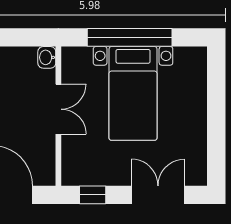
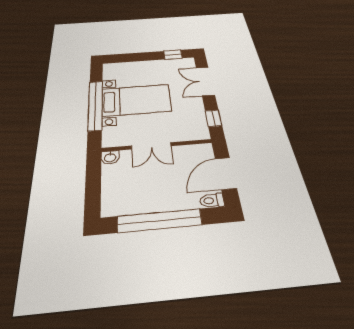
double door: (58, 109) -> (151, 146), swing flipped
window: (216, 154) -> (173, 55), added

